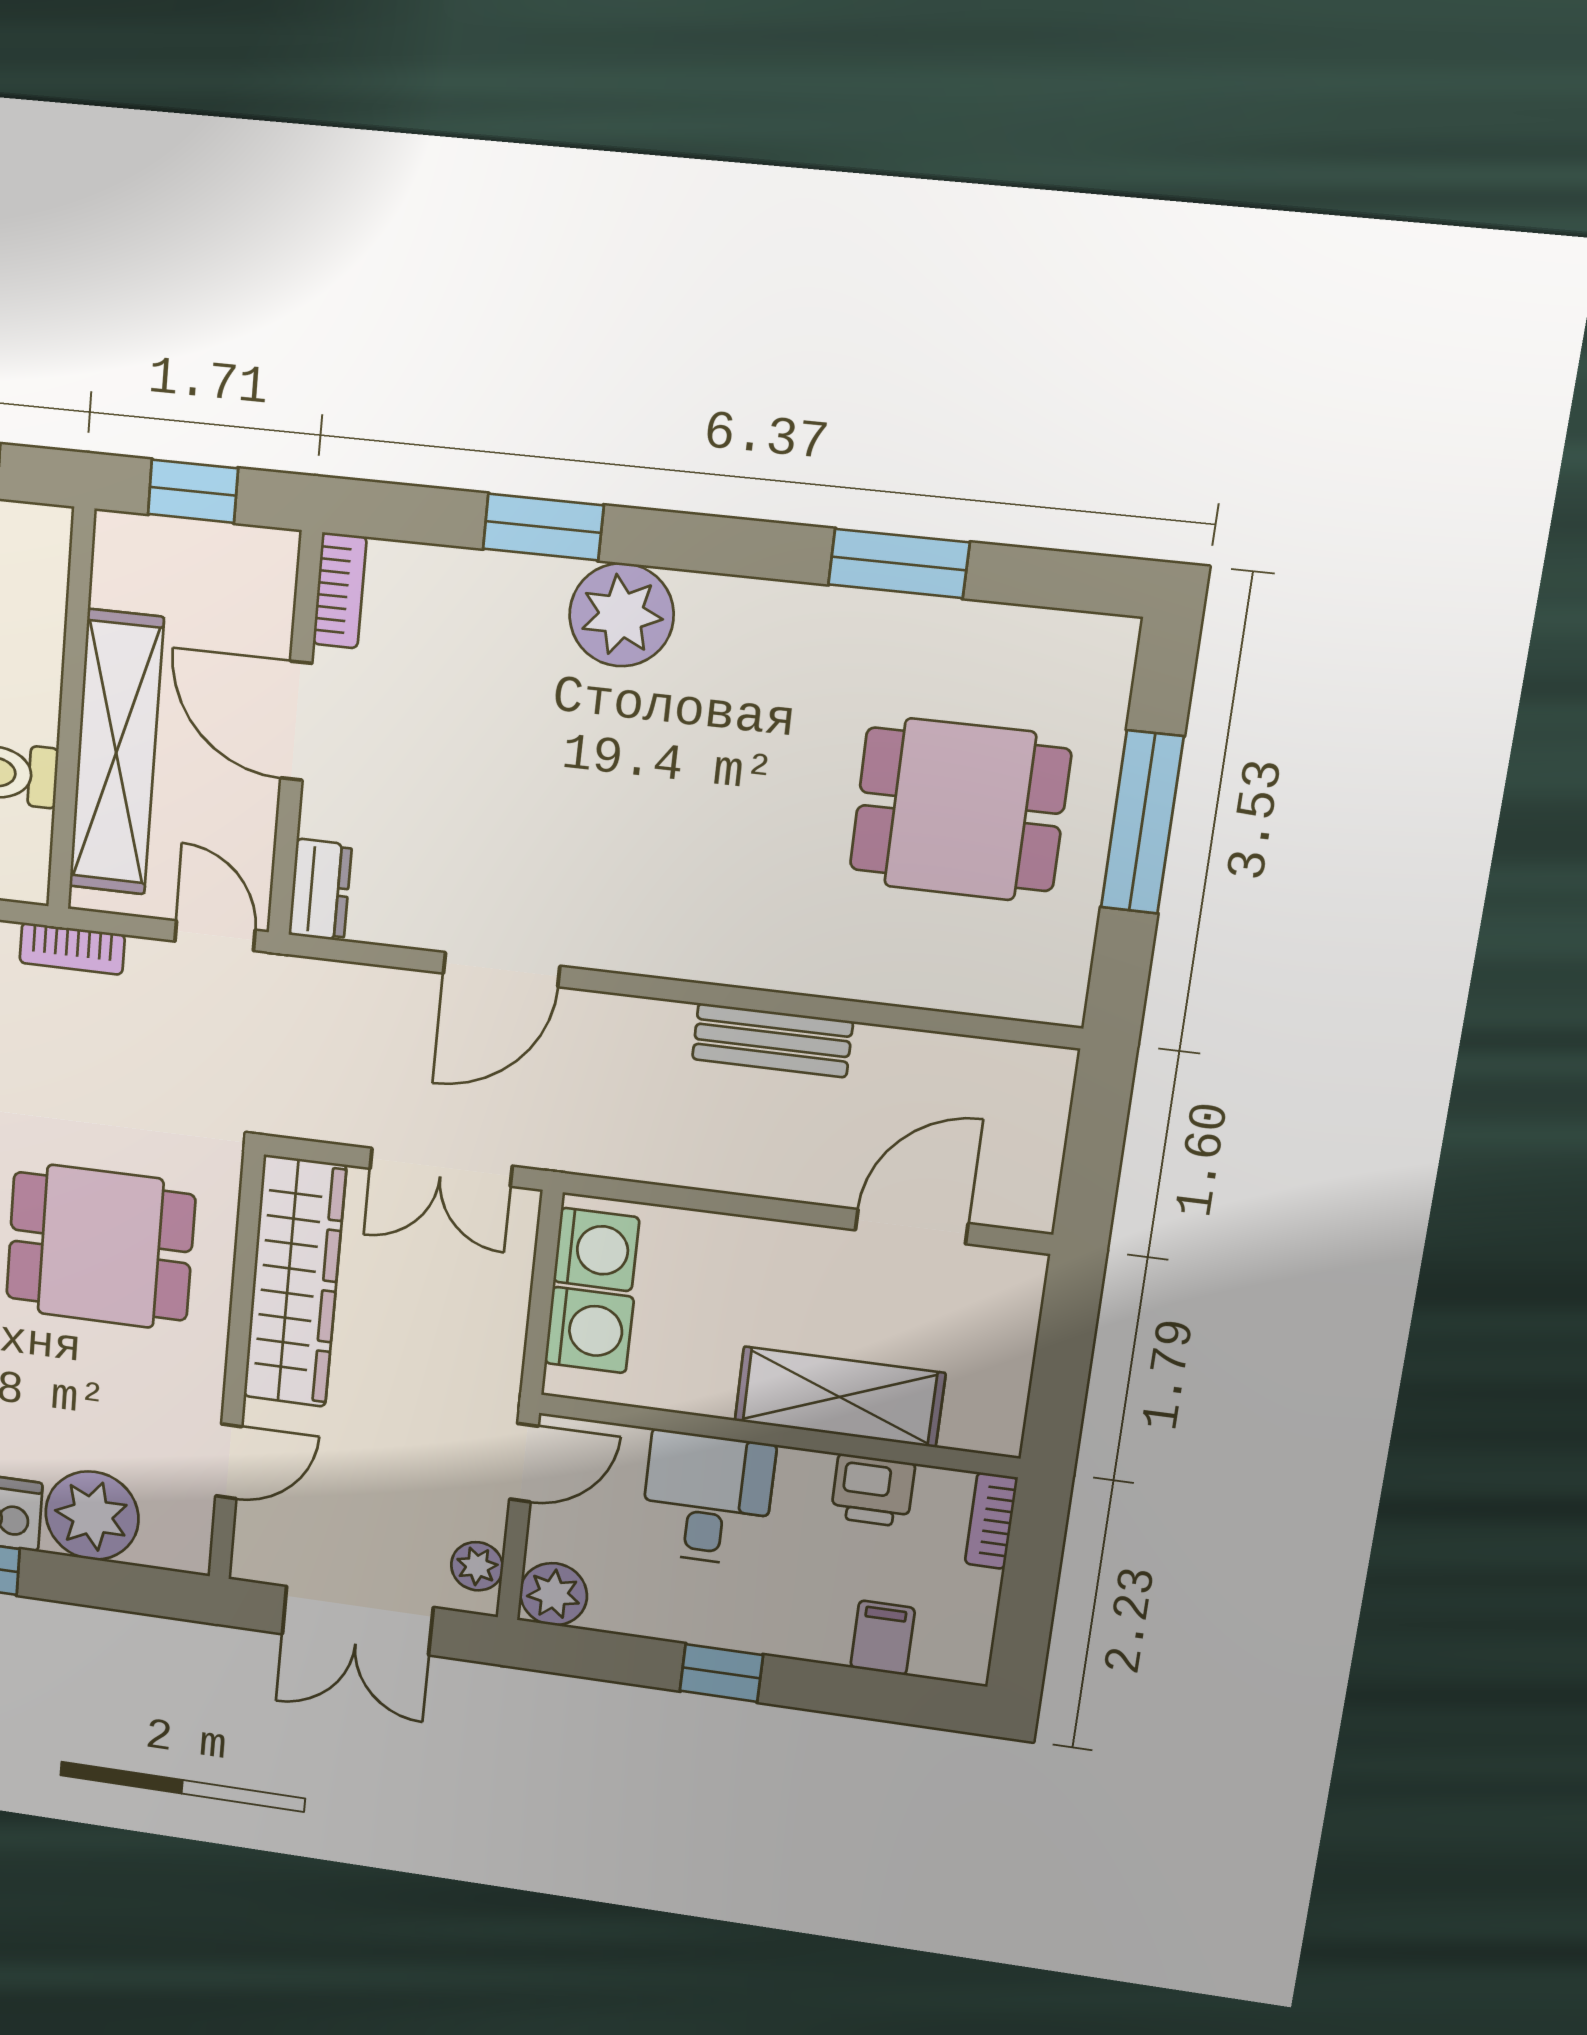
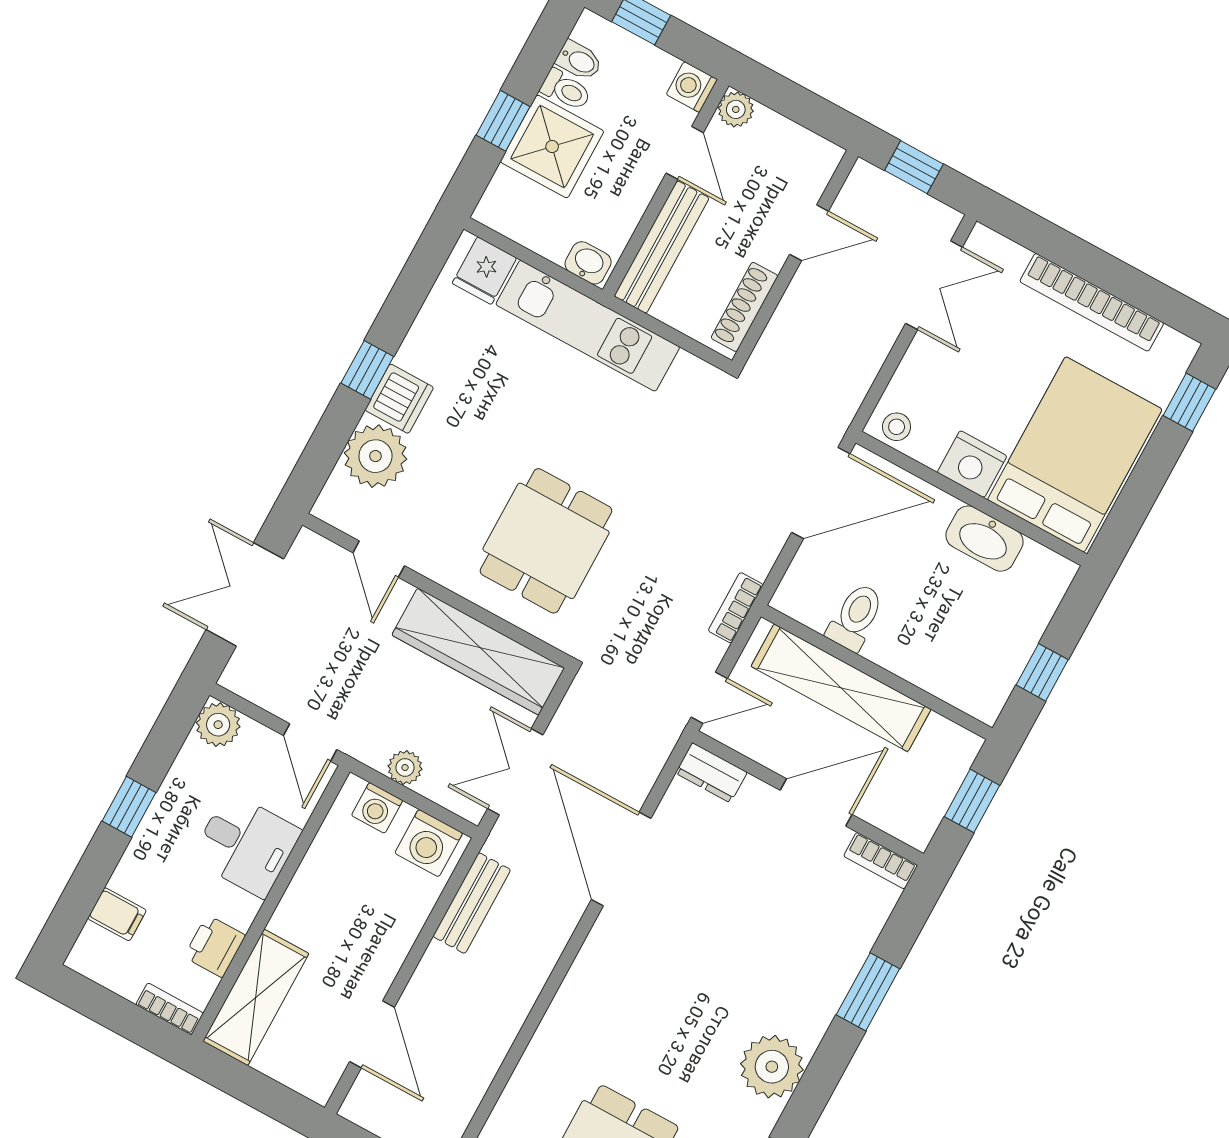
plant: (622, 615) -> (772, 1067), moved
door: (502, 970) -> (621, 859), width x1.36
bench: (772, 1040) -> (472, 903), moved
washing machine: (589, 1330) -> (377, 808), width x0.73, depth x0.73
shelving: (840, 1397) -> (256, 997), moved
plant: (477, 1566) -> (405, 768), moved

